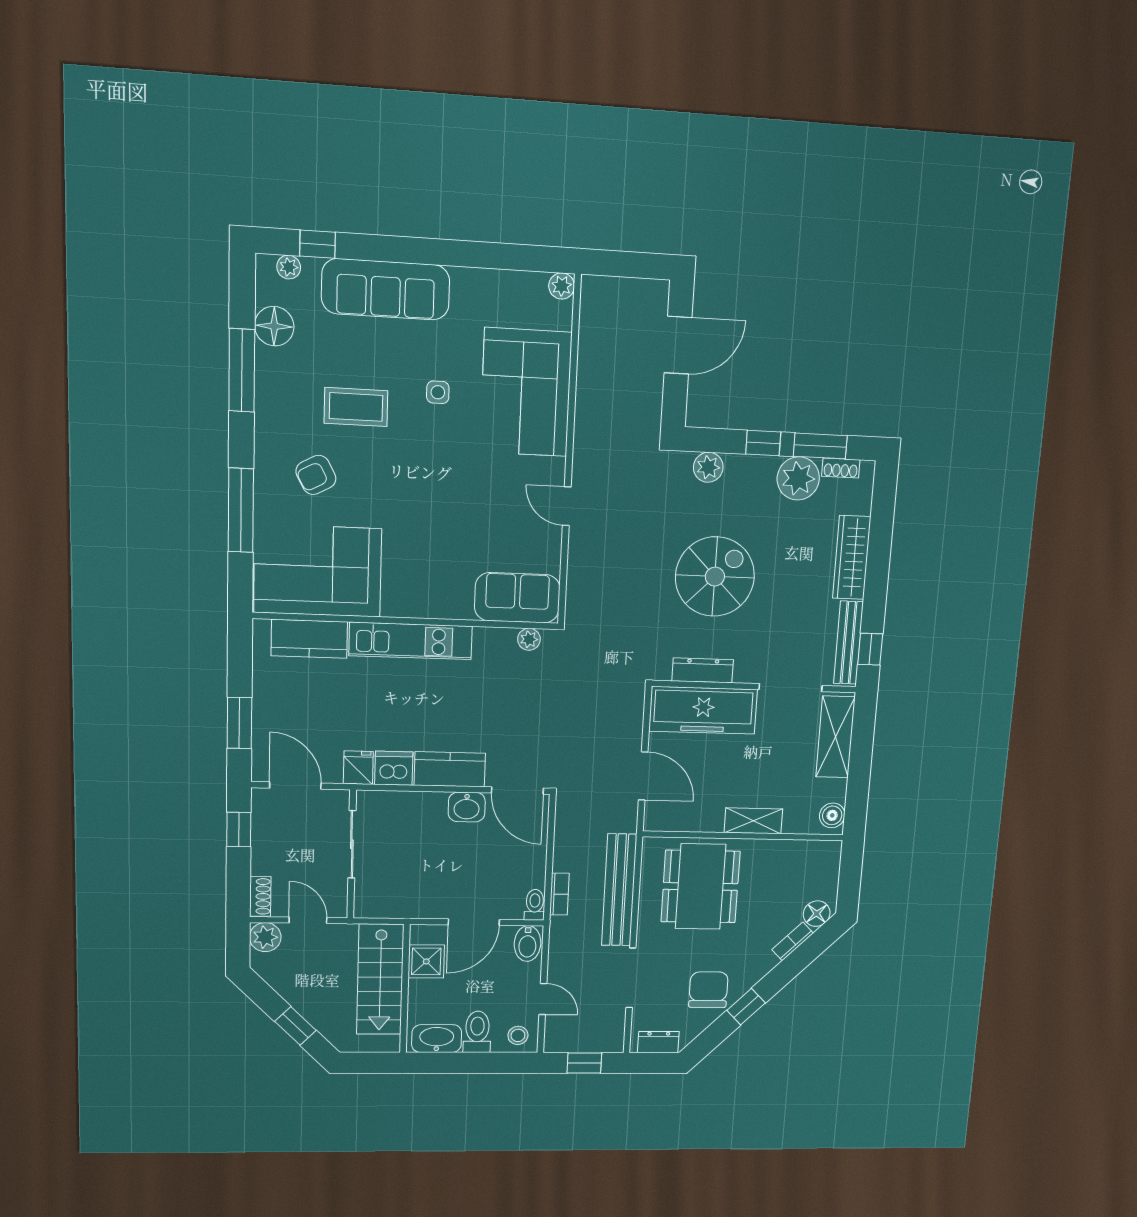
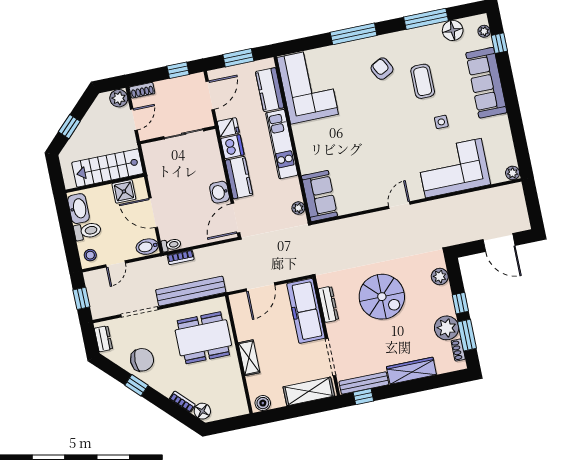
corner sofa: (318, 571) -> (308, 86), moved
sofa: (517, 598) -> (319, 196), moved
wall: (407, 621) -> (292, 139), moved
kitchen counter: (309, 639) -> (270, 90), moved
plant: (529, 639) -> (298, 208), moved
kitchen unit: (411, 641) -> (282, 144), moved

